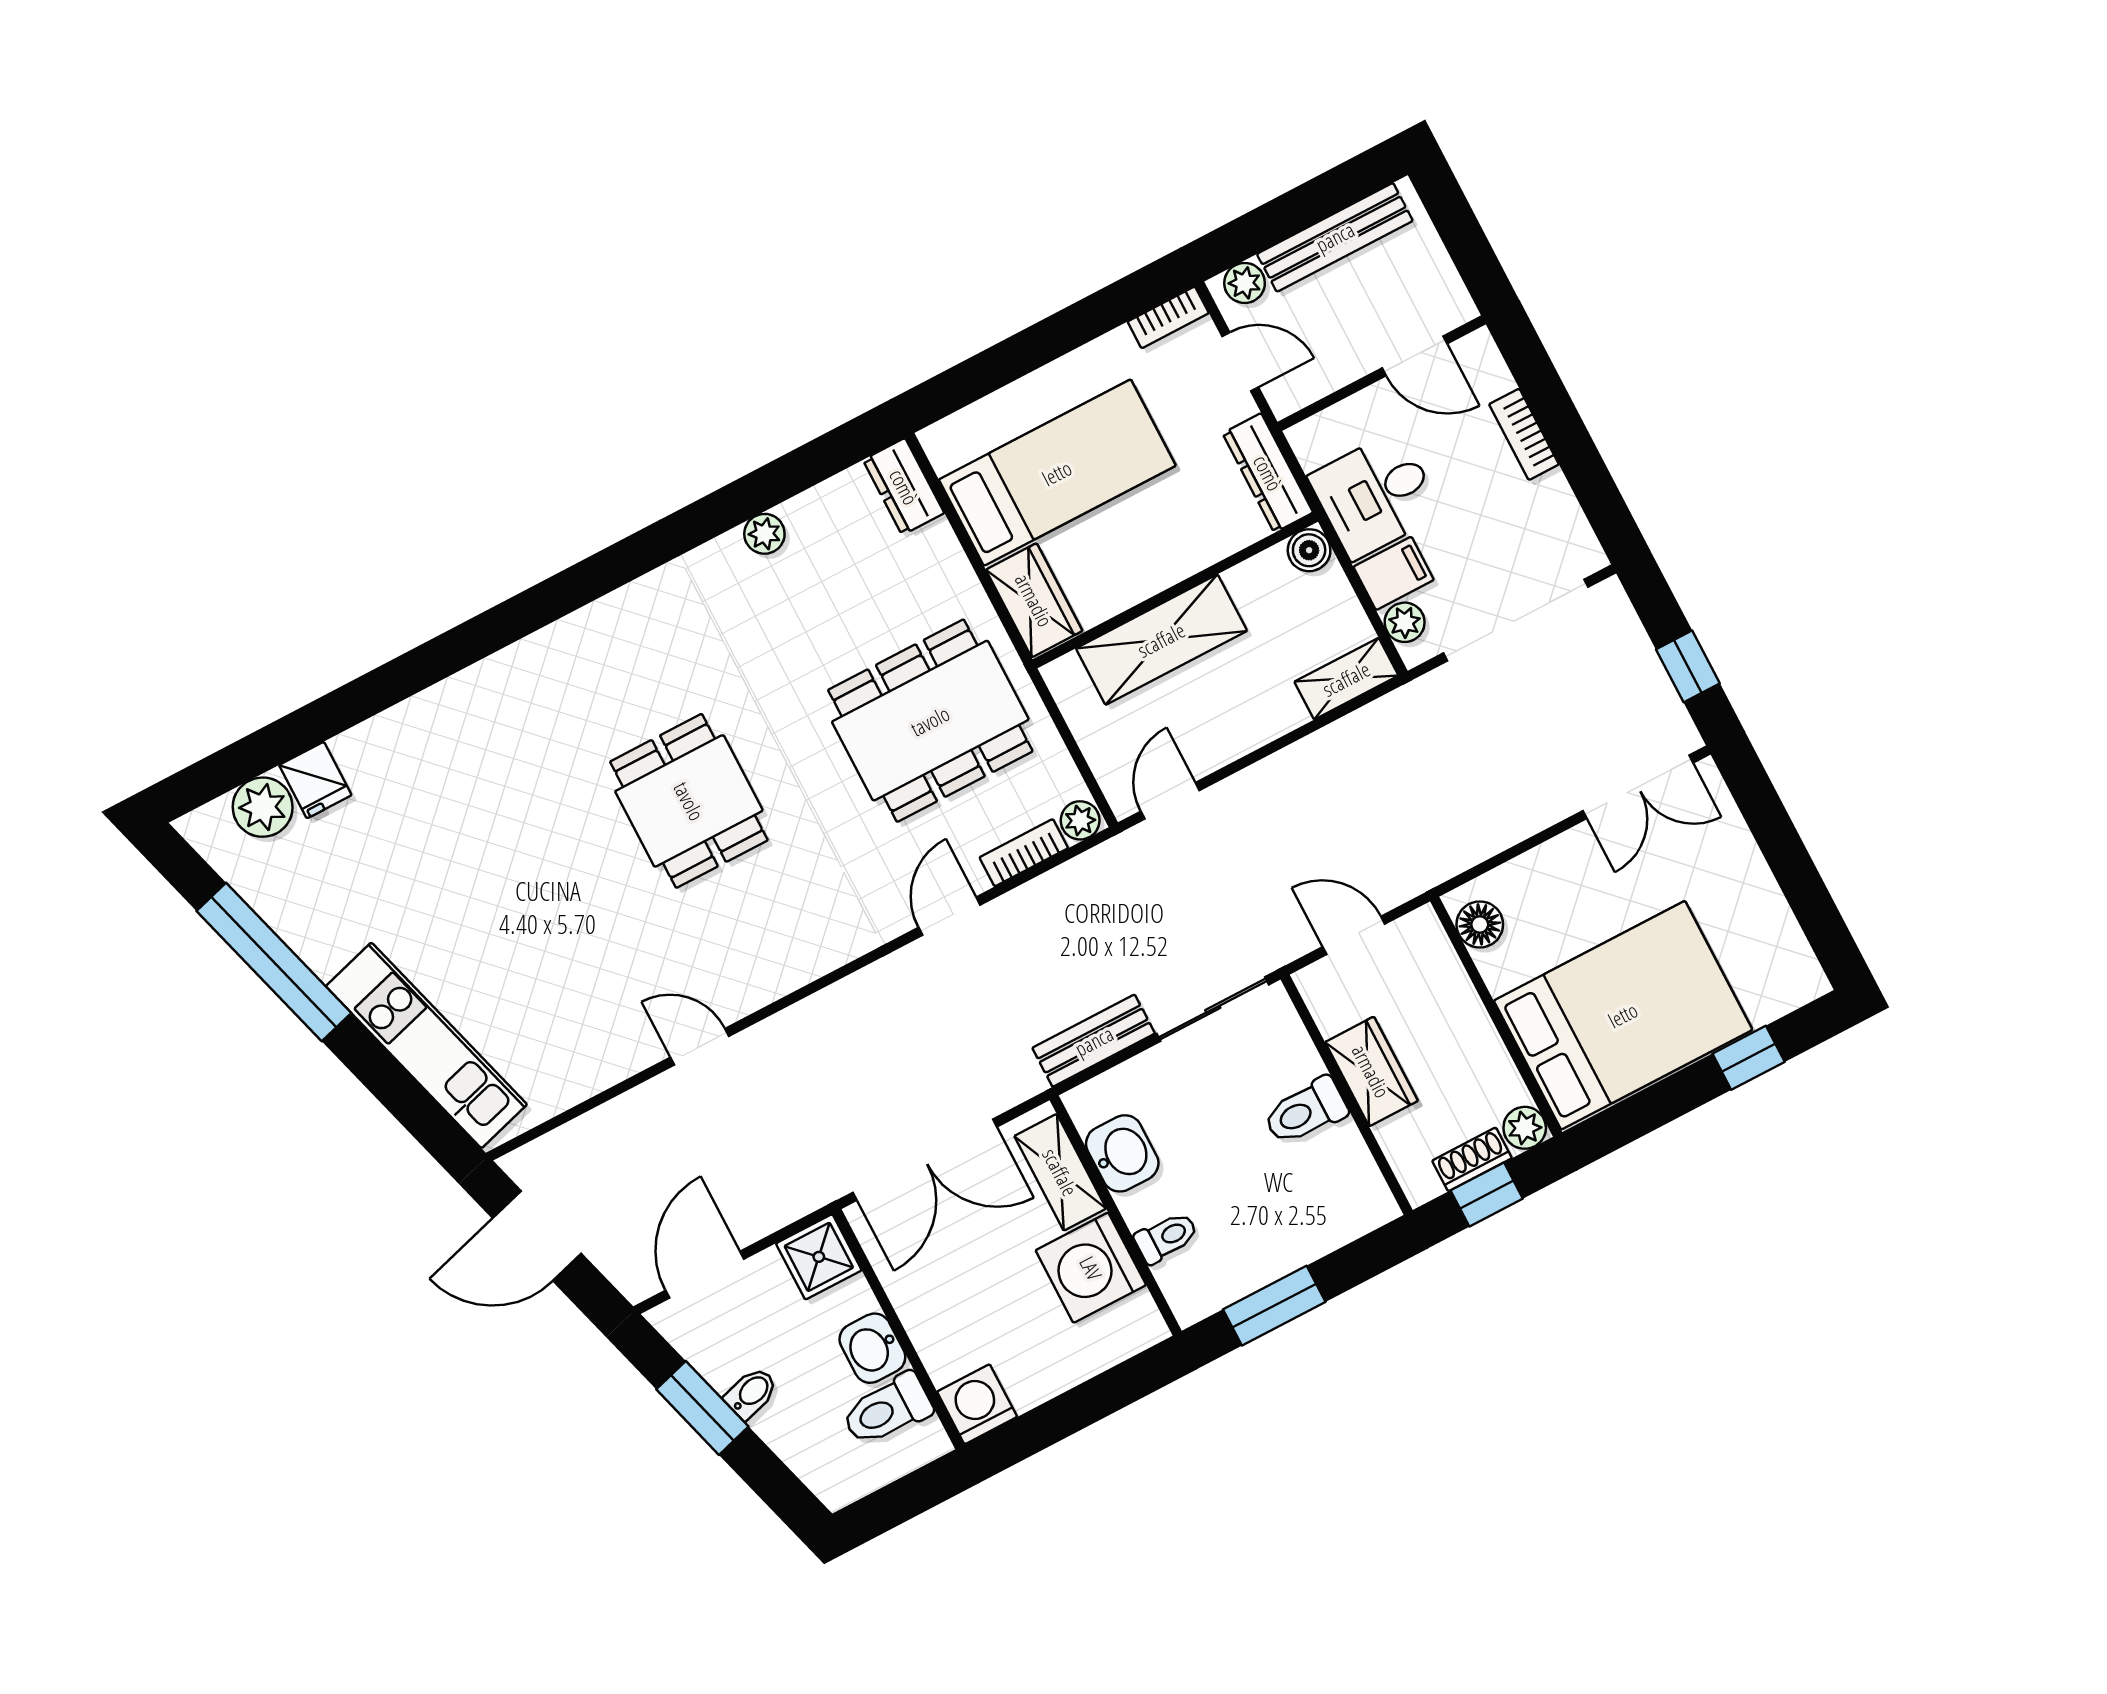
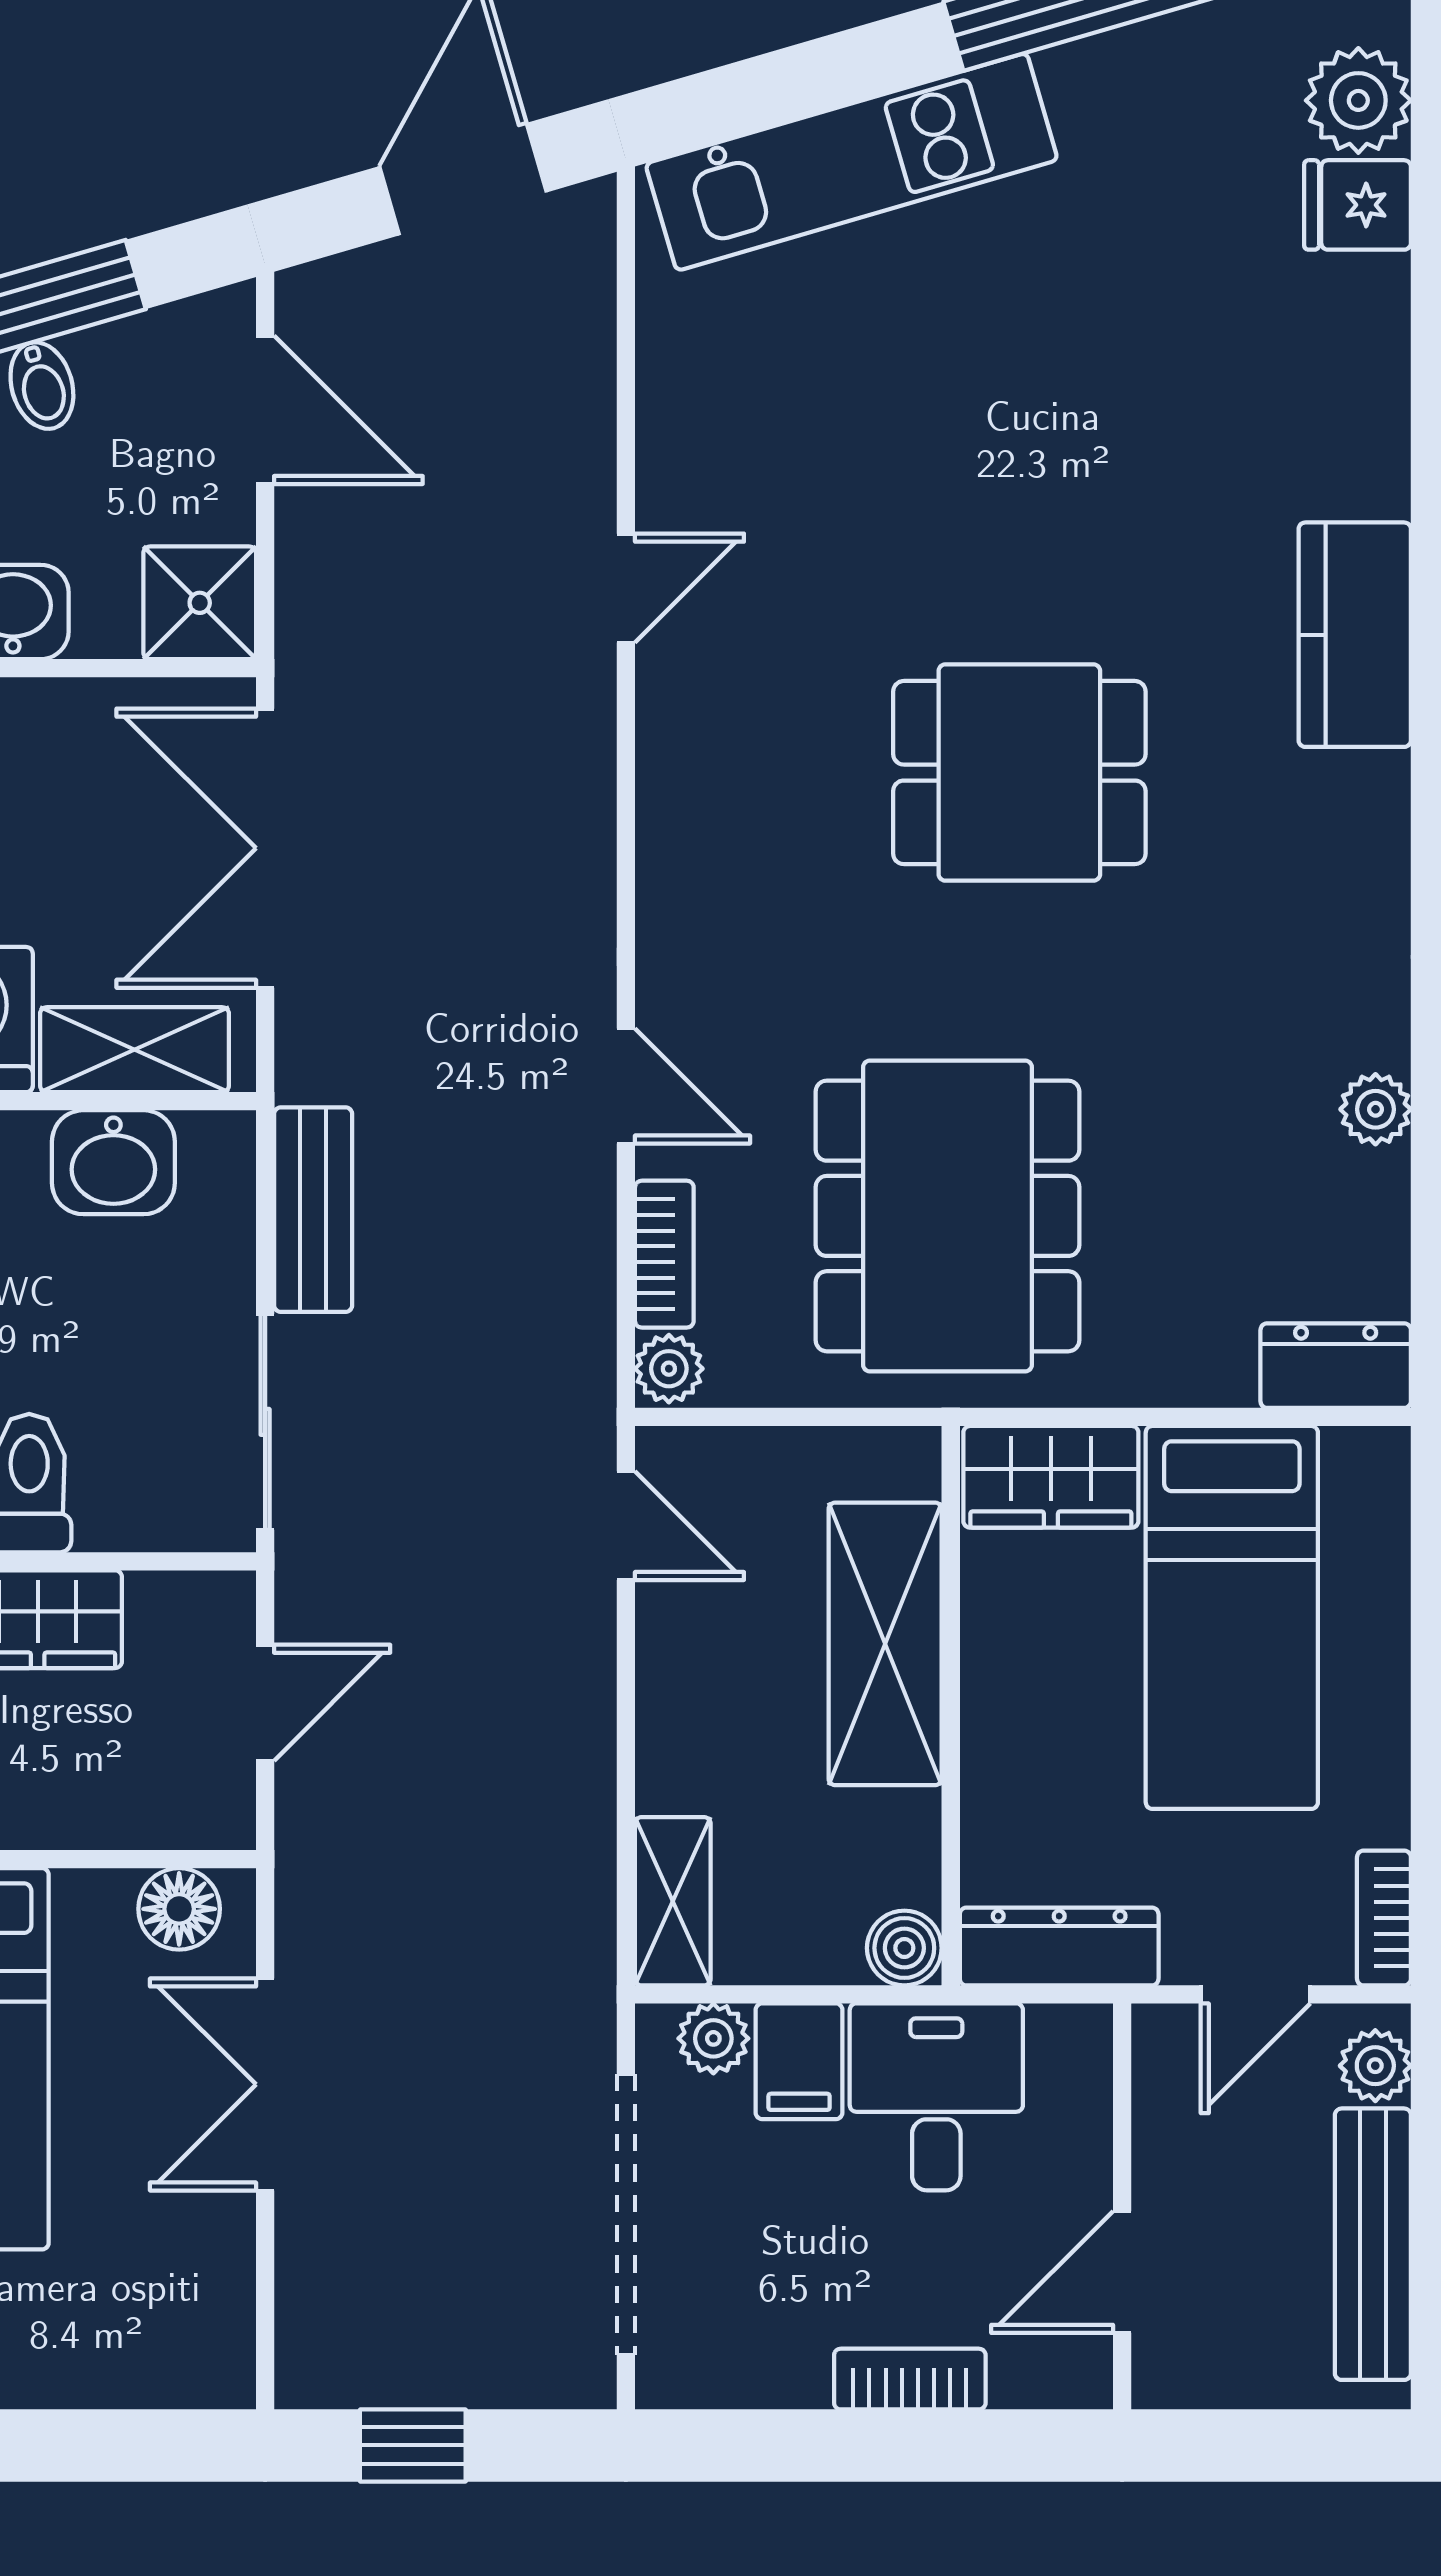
kitchen counter: (532, 669) -> (1355, 635), added
double door: (1638, 787) -> (265, 2084), moved

